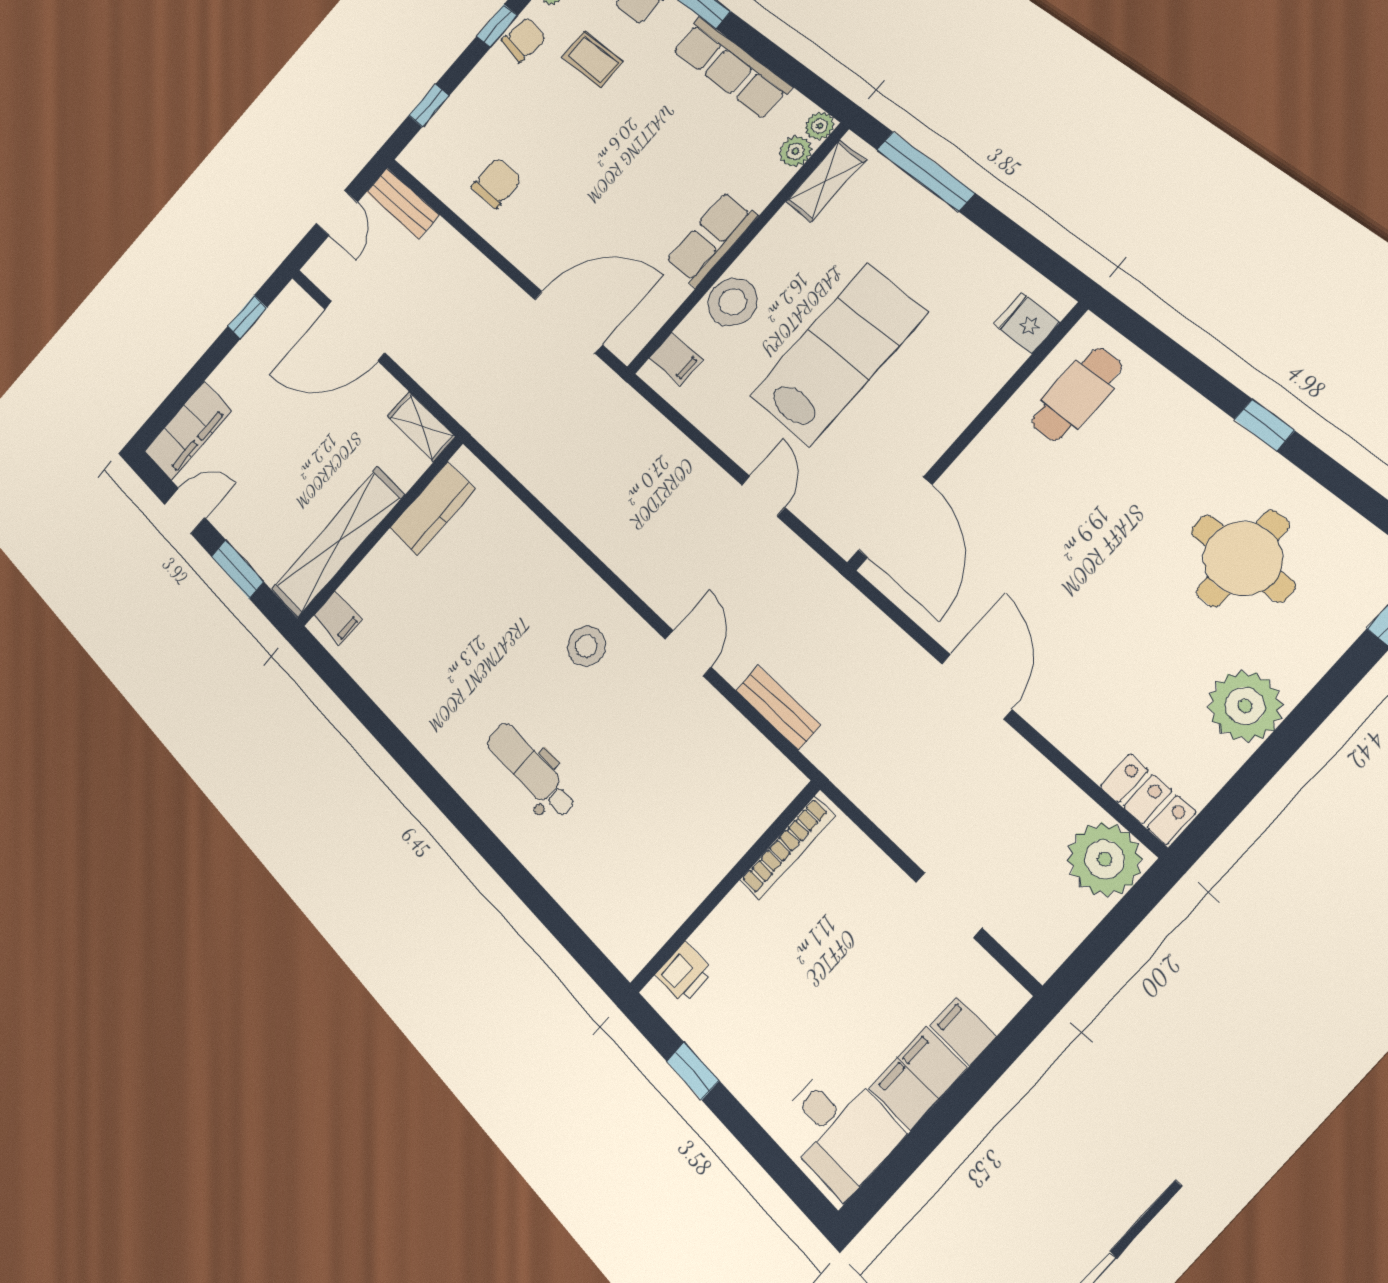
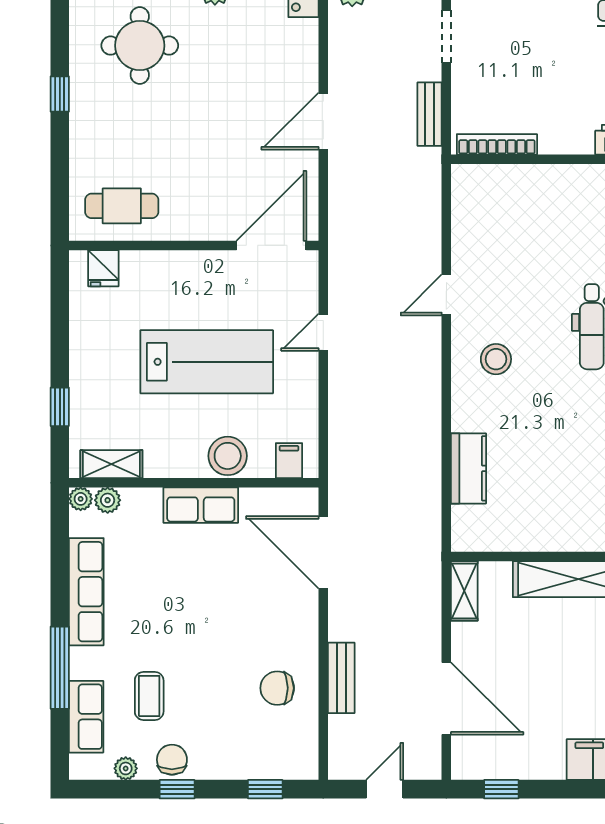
chair: (524, 40) -> (172, 760), turned 80
window: (925, 171) -> (60, 407), width x0.46
bench: (403, 203) -> (341, 678), moved
lab bench: (839, 354) -> (207, 362), turned 180
kitchen counter: (432, 509) -> (469, 468), moved, turned 90
bench: (778, 708) -> (430, 114), moved

